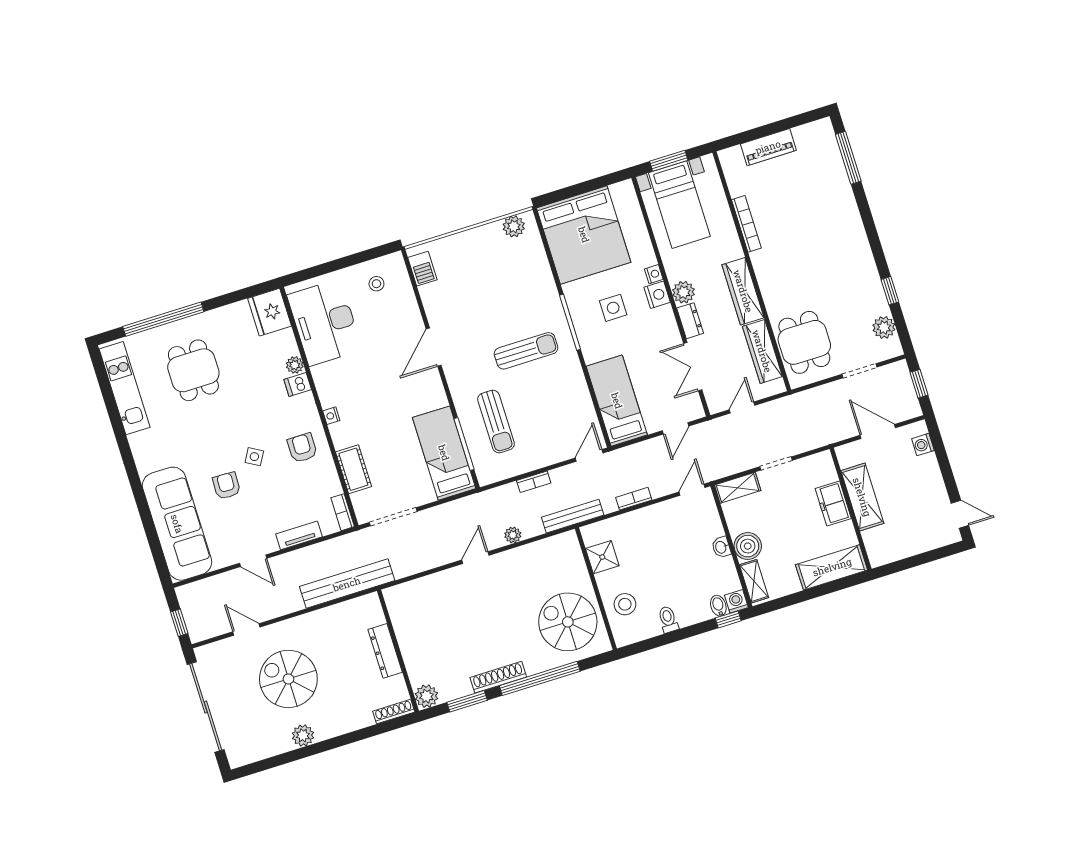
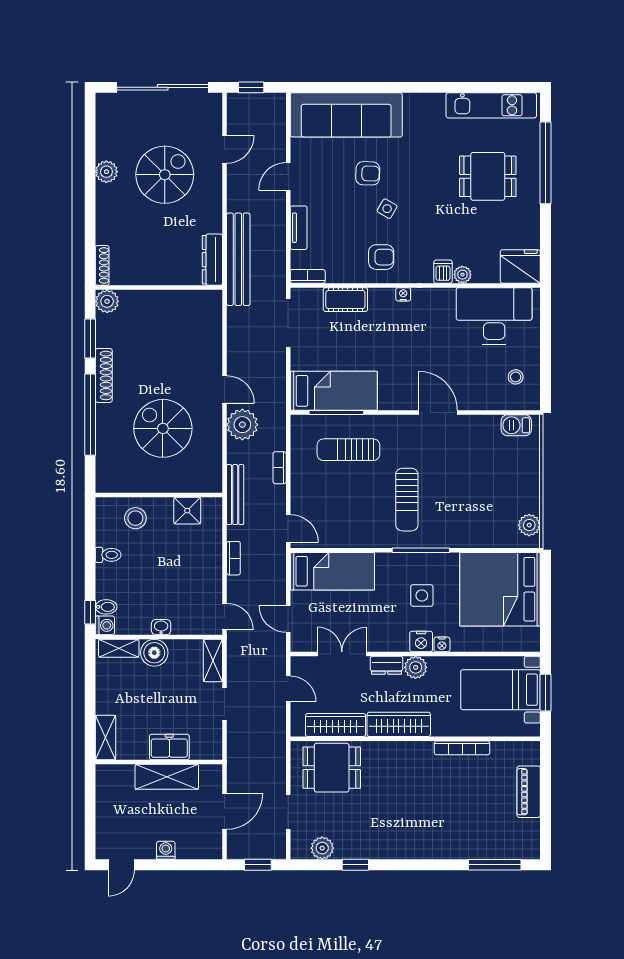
washing machine: (923, 445) -> (166, 850), moved
plant: (513, 535) -> (242, 425), width x1.87, depth x1.87
shelving: (832, 567) -> (105, 738), width x0.67, depth x0.75
spiral stairs: (568, 622) -> (163, 428), moved, turned -90
dresser: (385, 651) -> (212, 260), moved, turned -90

